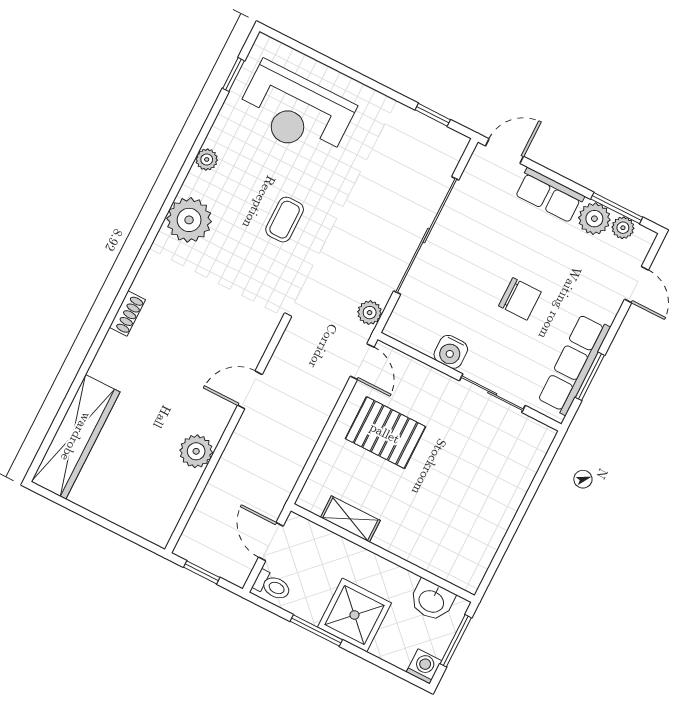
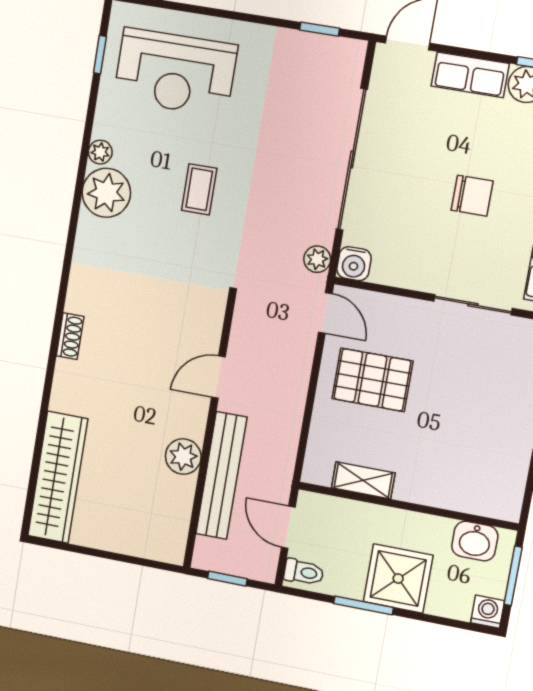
plant: (189, 220) -> (106, 193), moved
water cooler: (451, 352) -> (354, 264), moved
bench: (225, 478) -> (221, 476), added

